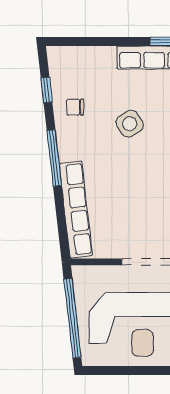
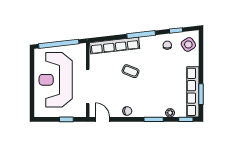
side table: (130, 124) -> (188, 44), moved
coffee table: (126, 179) -> (131, 71), added

